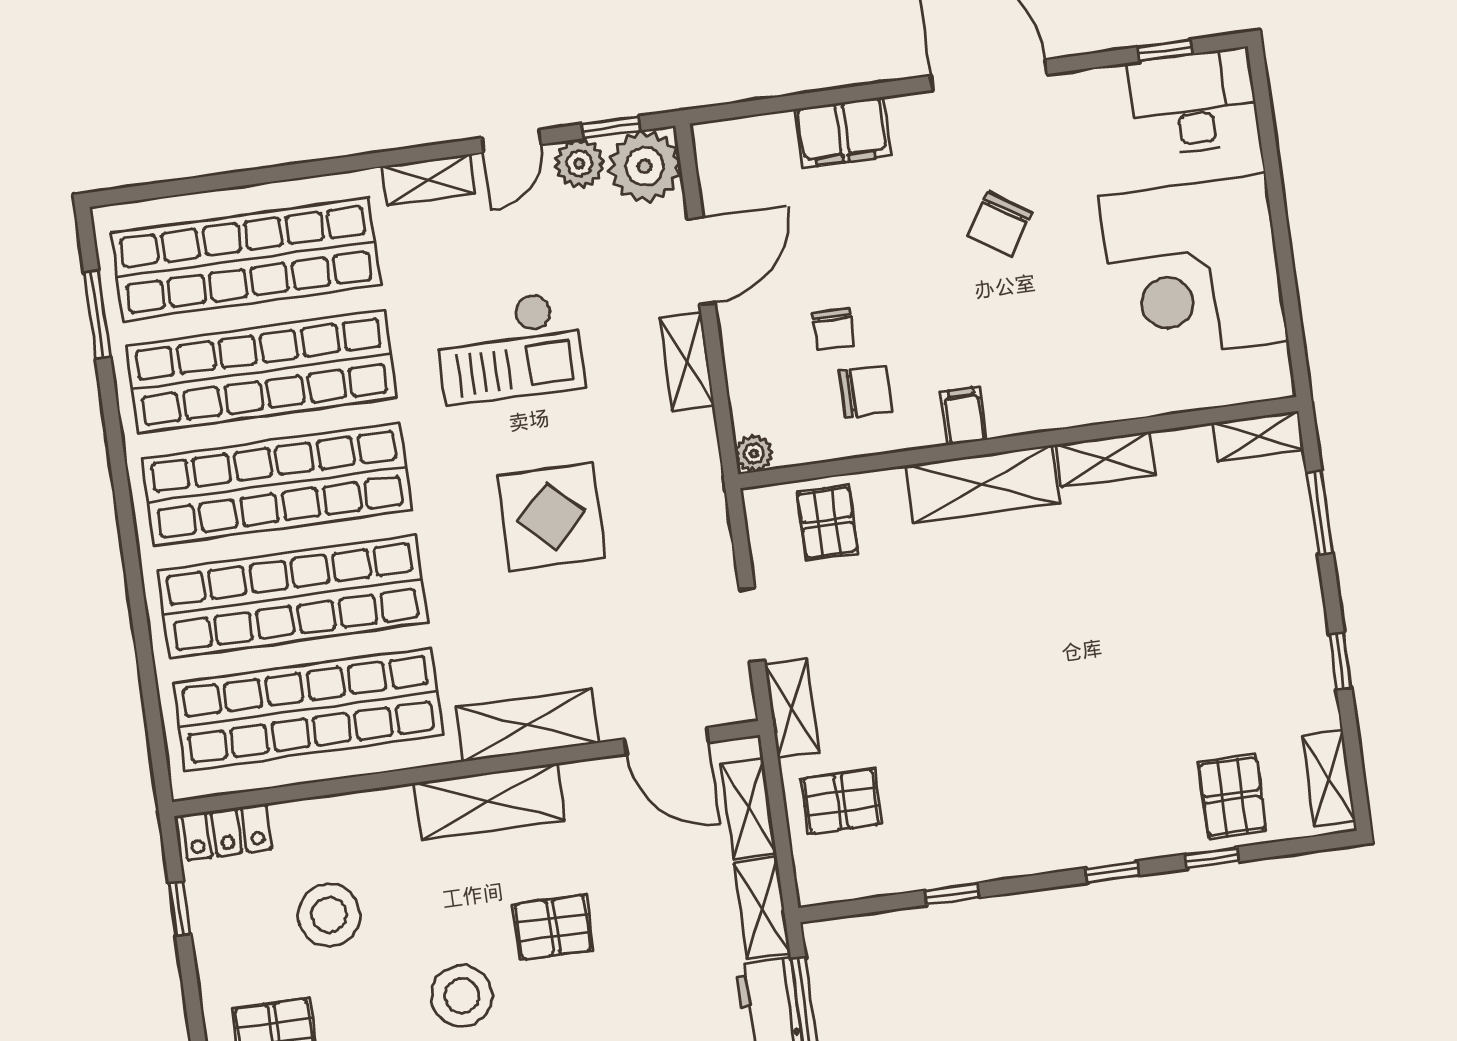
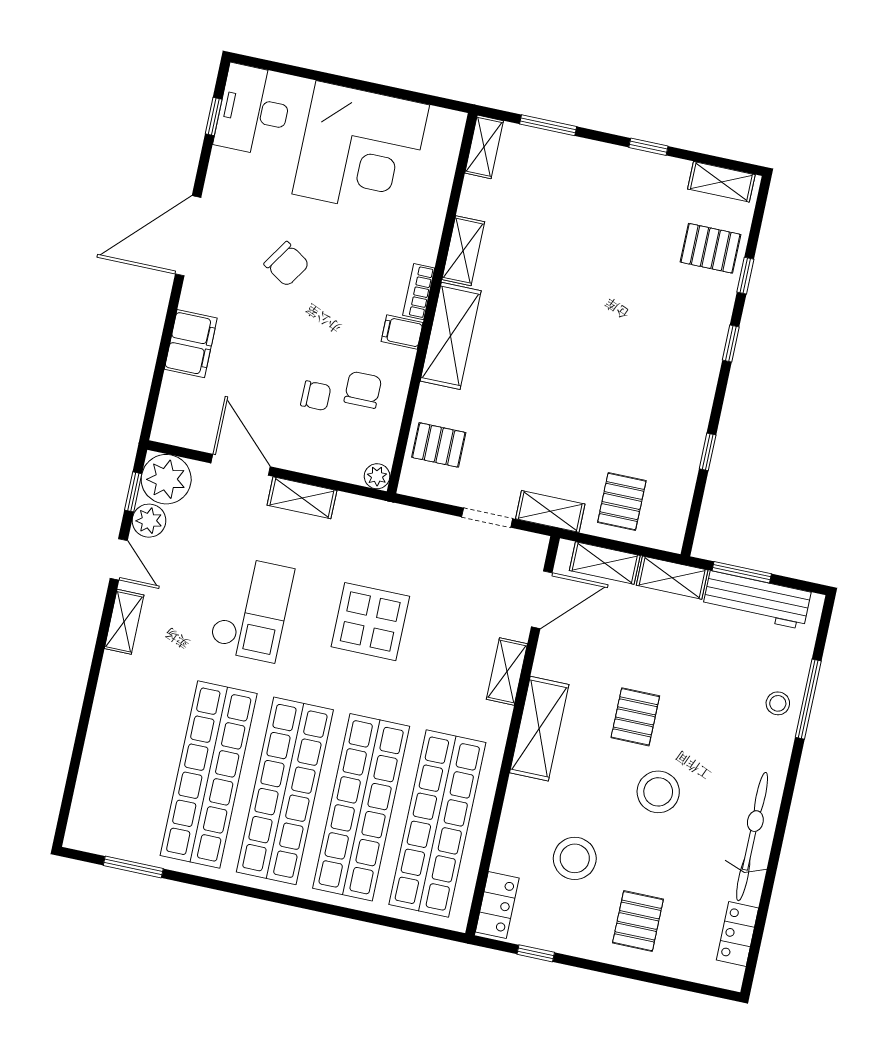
shop shelf: (246, 259) -> (133, 758), removed
bookcase: (1027, 419) -> (419, 292), added
shelving: (527, 725) -> (507, 672), width x0.67, depth x0.75

